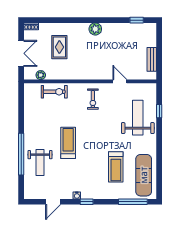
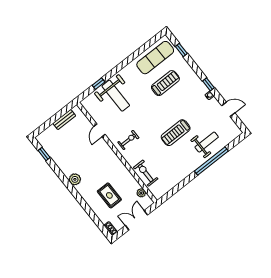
rug: (59, 47) -> (109, 195), turned 90
weight bench: (138, 118) -> (116, 96), turned -90
window: (133, 202) -> (181, 50), width x0.46

